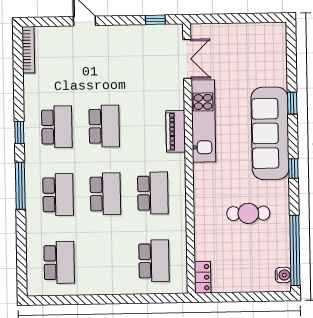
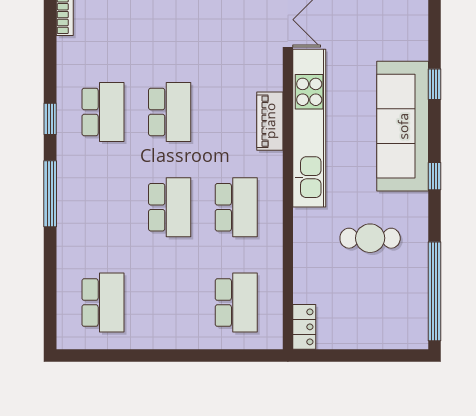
kitchen unit: (203, 121) -> (309, 128), width x1.36
school desk: (58, 195) -> (103, 207), removed
water cooler: (283, 275) -> (418, 326), removed

